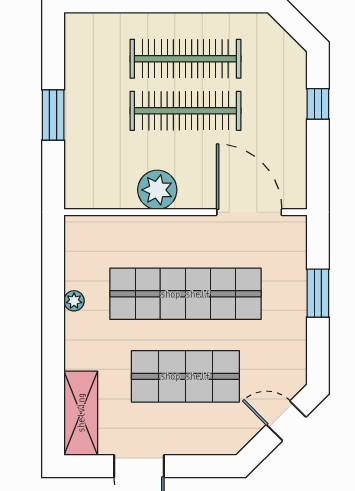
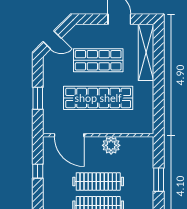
window: (318, 104) -> (38, 171), moved
plant: (74, 301) -> (149, 95), removed
shelving: (81, 413) -> (146, 52), width x1.47

